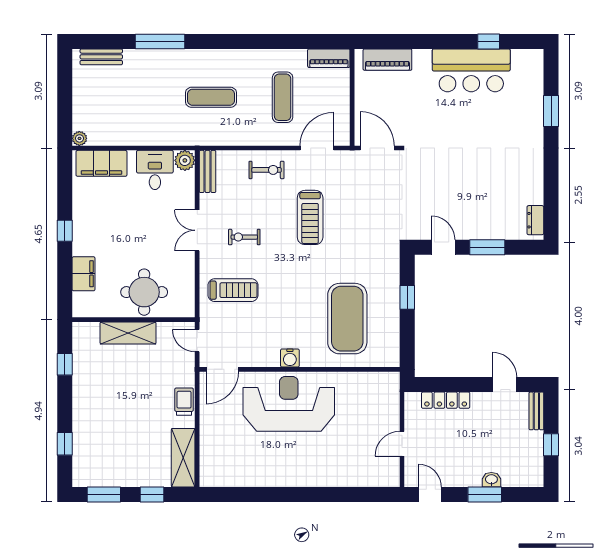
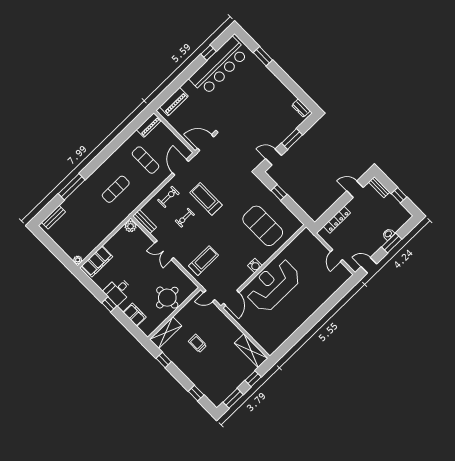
bar counter: (471, 70) -> (219, 66), width x1.36
desk: (155, 170) -> (118, 291), moved, turned -90
treadmill: (310, 217) -> (206, 199), turned 180
exercise bike: (244, 237) -> (185, 218), moved
shelving: (128, 333) -> (166, 333), moved
trolley: (184, 402) -> (198, 343), moved

